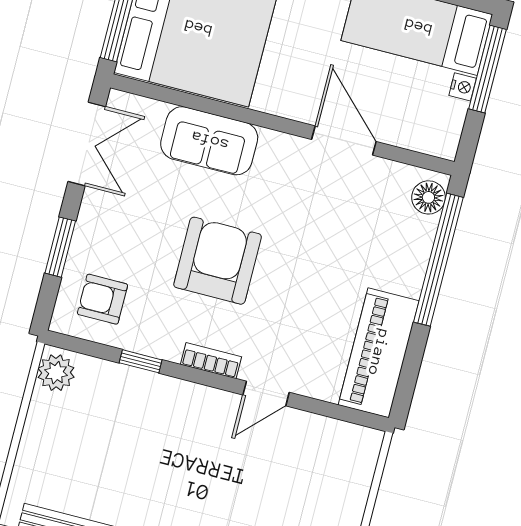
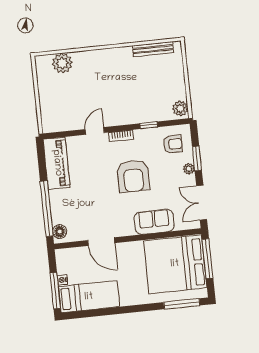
plant: (87, 230) -> (189, 169), added

